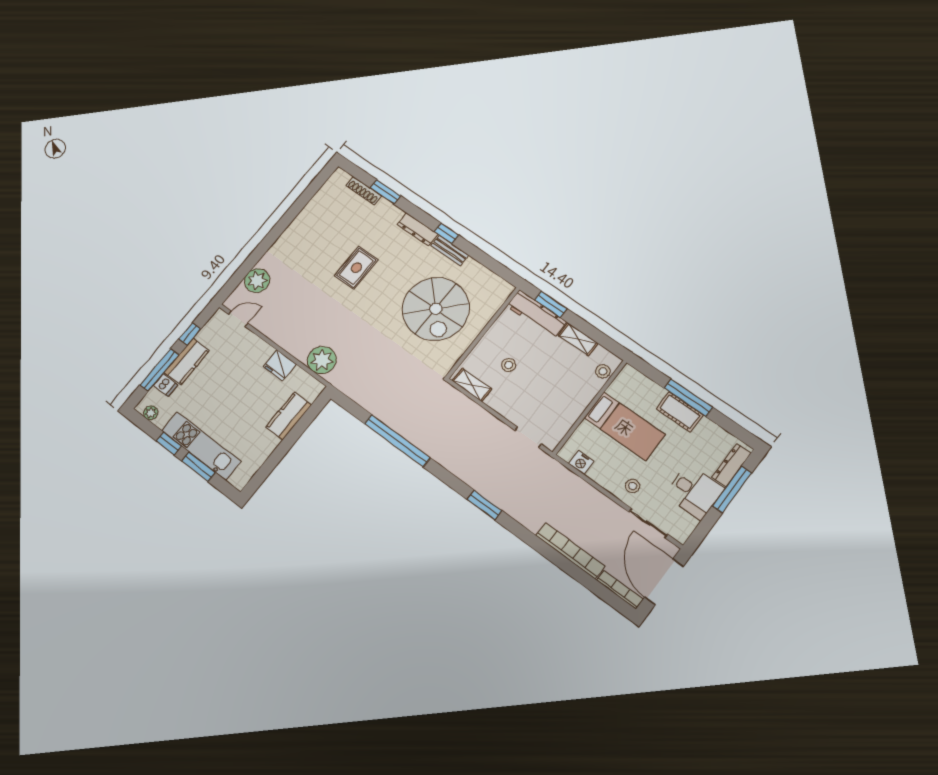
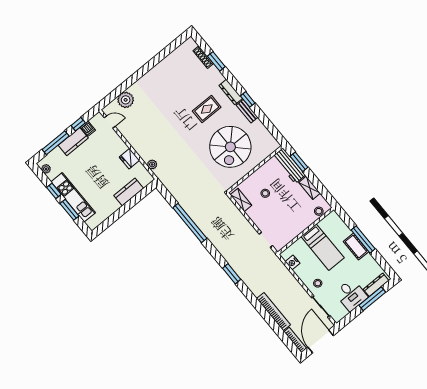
rug: (356, 268) -> (207, 109), moved
plant: (322, 360) -> (152, 164), width x0.53, depth x0.53
dishwasher: (165, 385) -> (88, 129), moved

